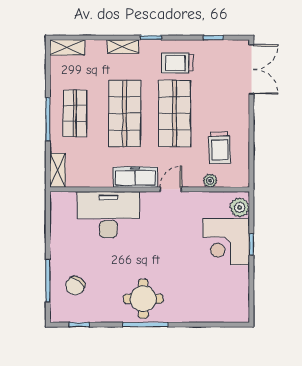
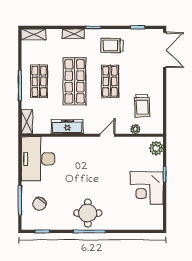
shop shelf: (174, 113) -> (110, 81), width x0.70, depth x0.74
freezer: (135, 177) -> (67, 127), moved
desk: (108, 215) -> (38, 159), moved, turned -90
corner desk: (226, 242) -> (147, 188), moved

